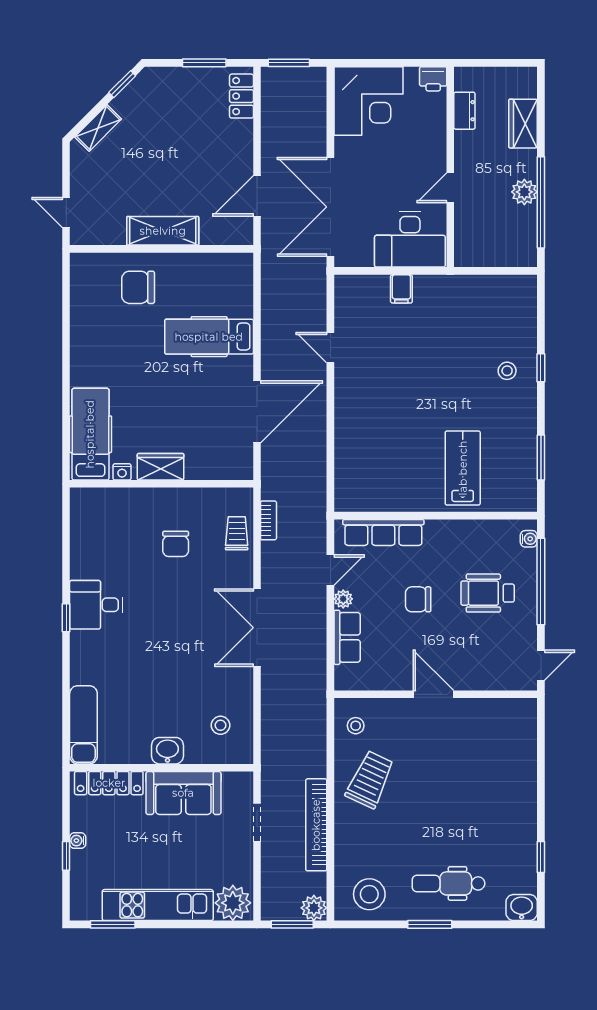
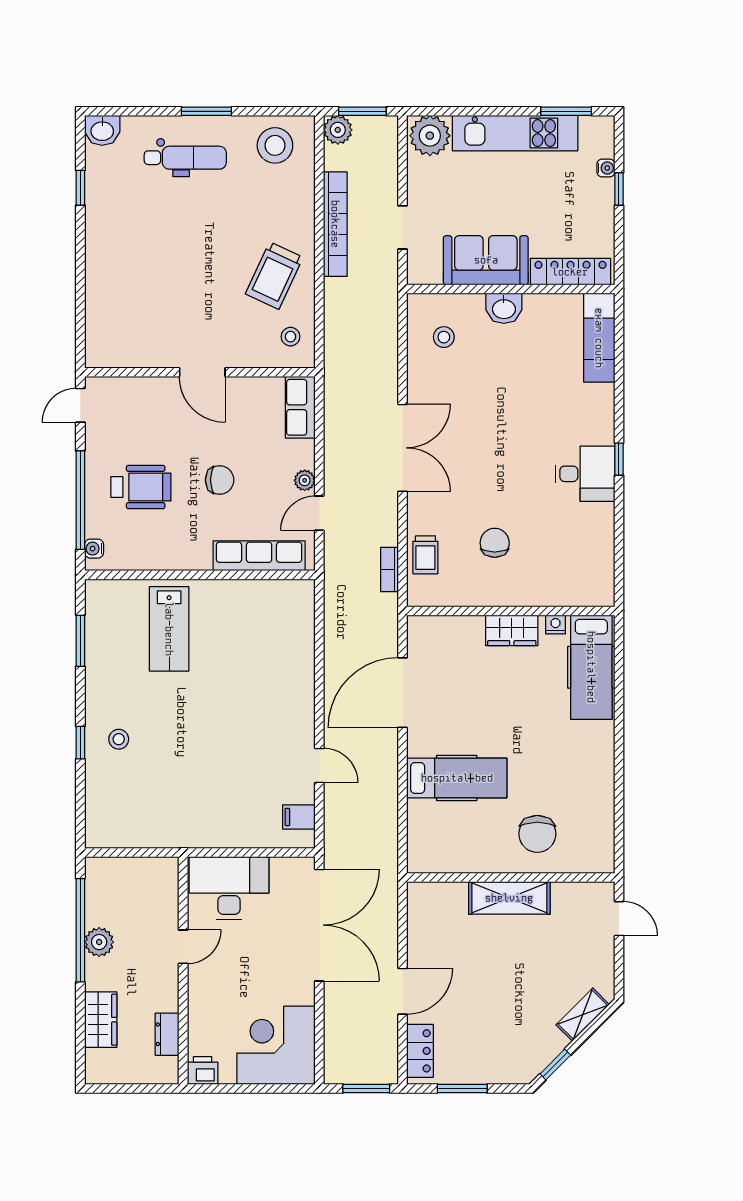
door: (257, 196) -> (402, 991), moved
chair: (138, 287) -> (537, 834), turned 90
filing cabinet: (401, 289) -> (299, 817), moved, turned -90
row of seats: (347, 637) -> (300, 407), moved
water cooler: (78, 841) -> (606, 168), moved

